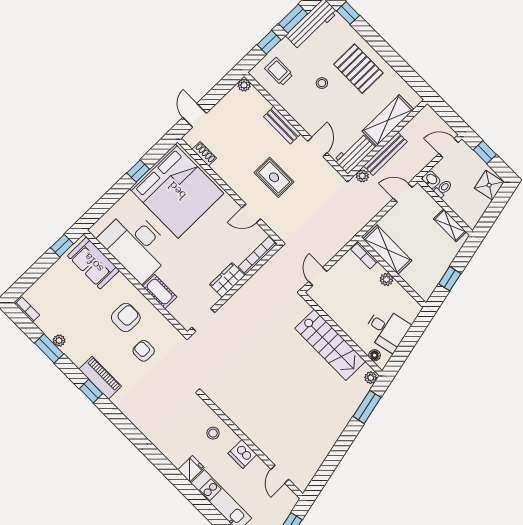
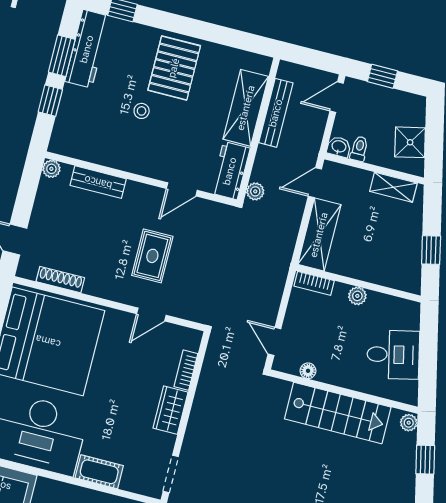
pallet: (358, 69) -> (174, 68), turned 90
trolley: (279, 72) -> (83, 128), removed
bench: (282, 125) -> (98, 182), moved
door: (317, 147) -> (182, 189), swing flipped
shoe rack: (204, 154) -> (60, 280), width x1.43
bench: (385, 154) -> (276, 113), moved
rug: (274, 177) -> (152, 256), turned 90
shower: (489, 185) -> (410, 142), moved
shelving: (387, 250) -> (319, 235), moved, turned 90
bookcase: (257, 255) -> (186, 370), width x0.64
floor lamp: (375, 355) -> (308, 371), moved
window: (367, 407) -> (425, 460), width x0.67

